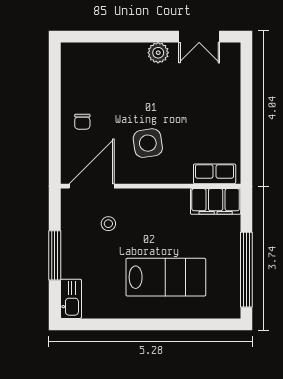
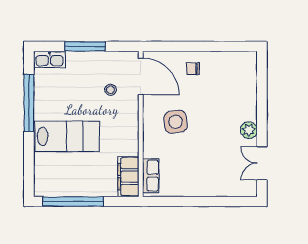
lab bench: (166, 277) -> (67, 136), turned -90
window: (125, 324) -> (29, 103), added

